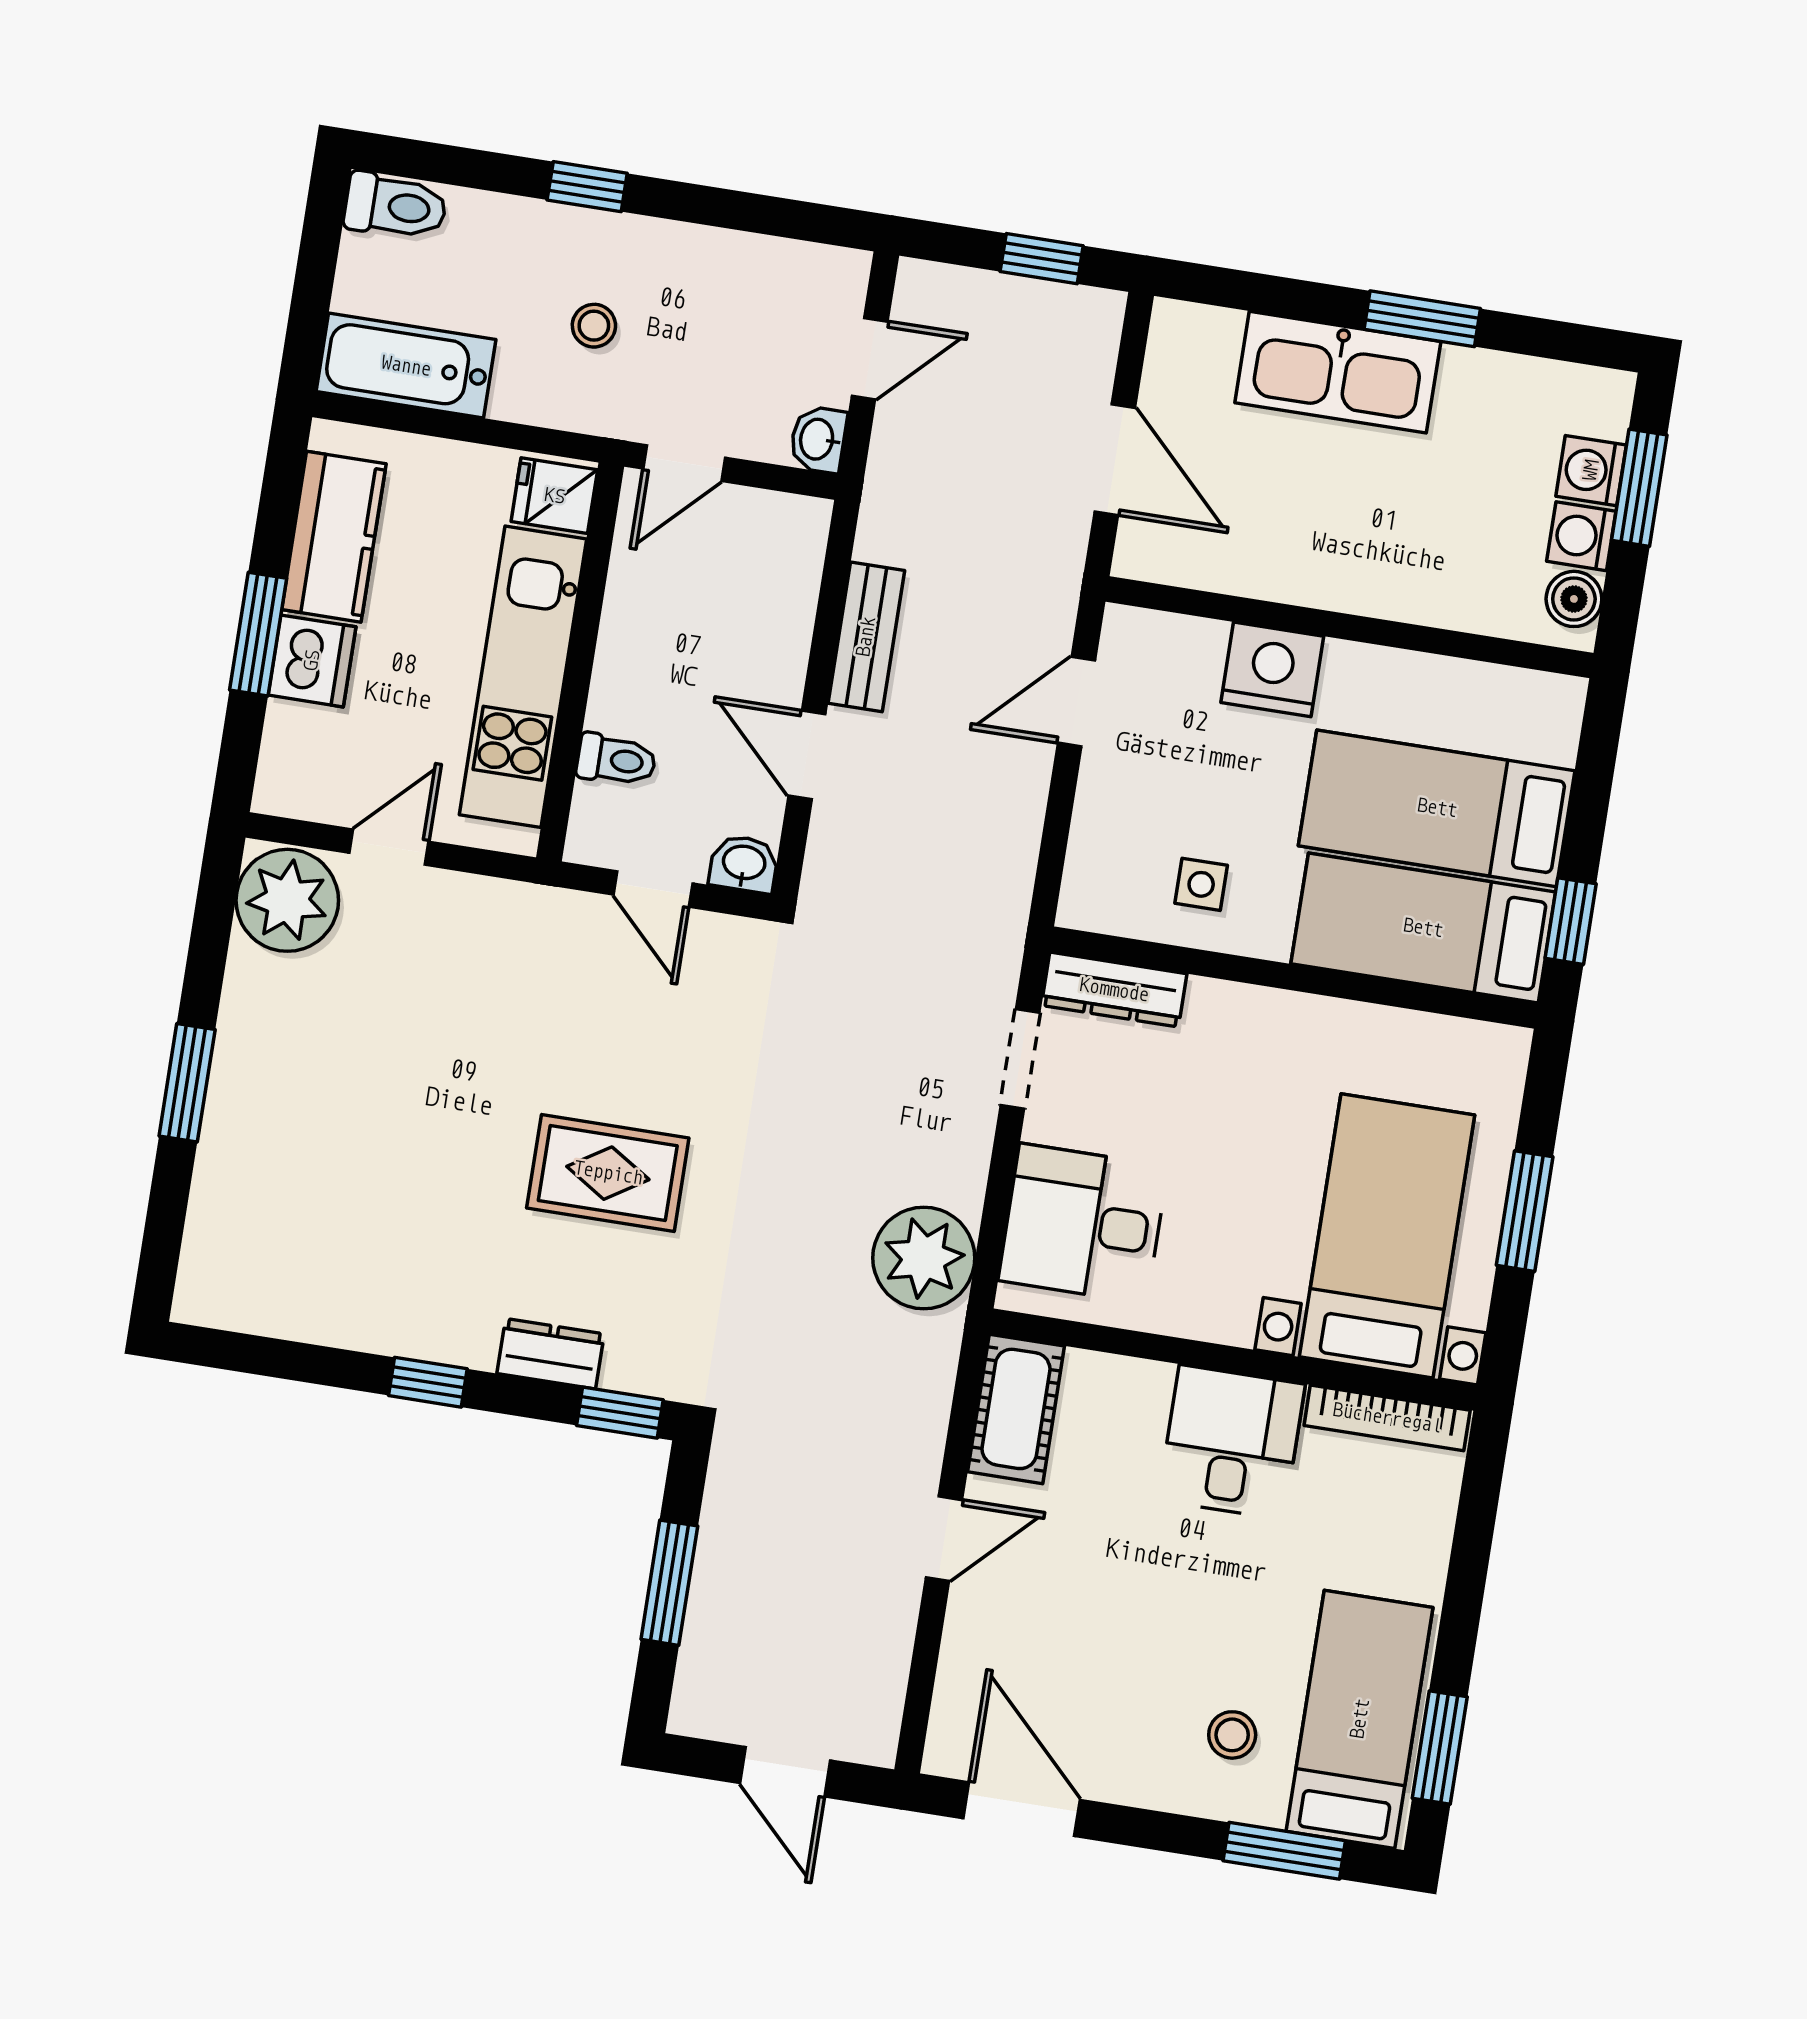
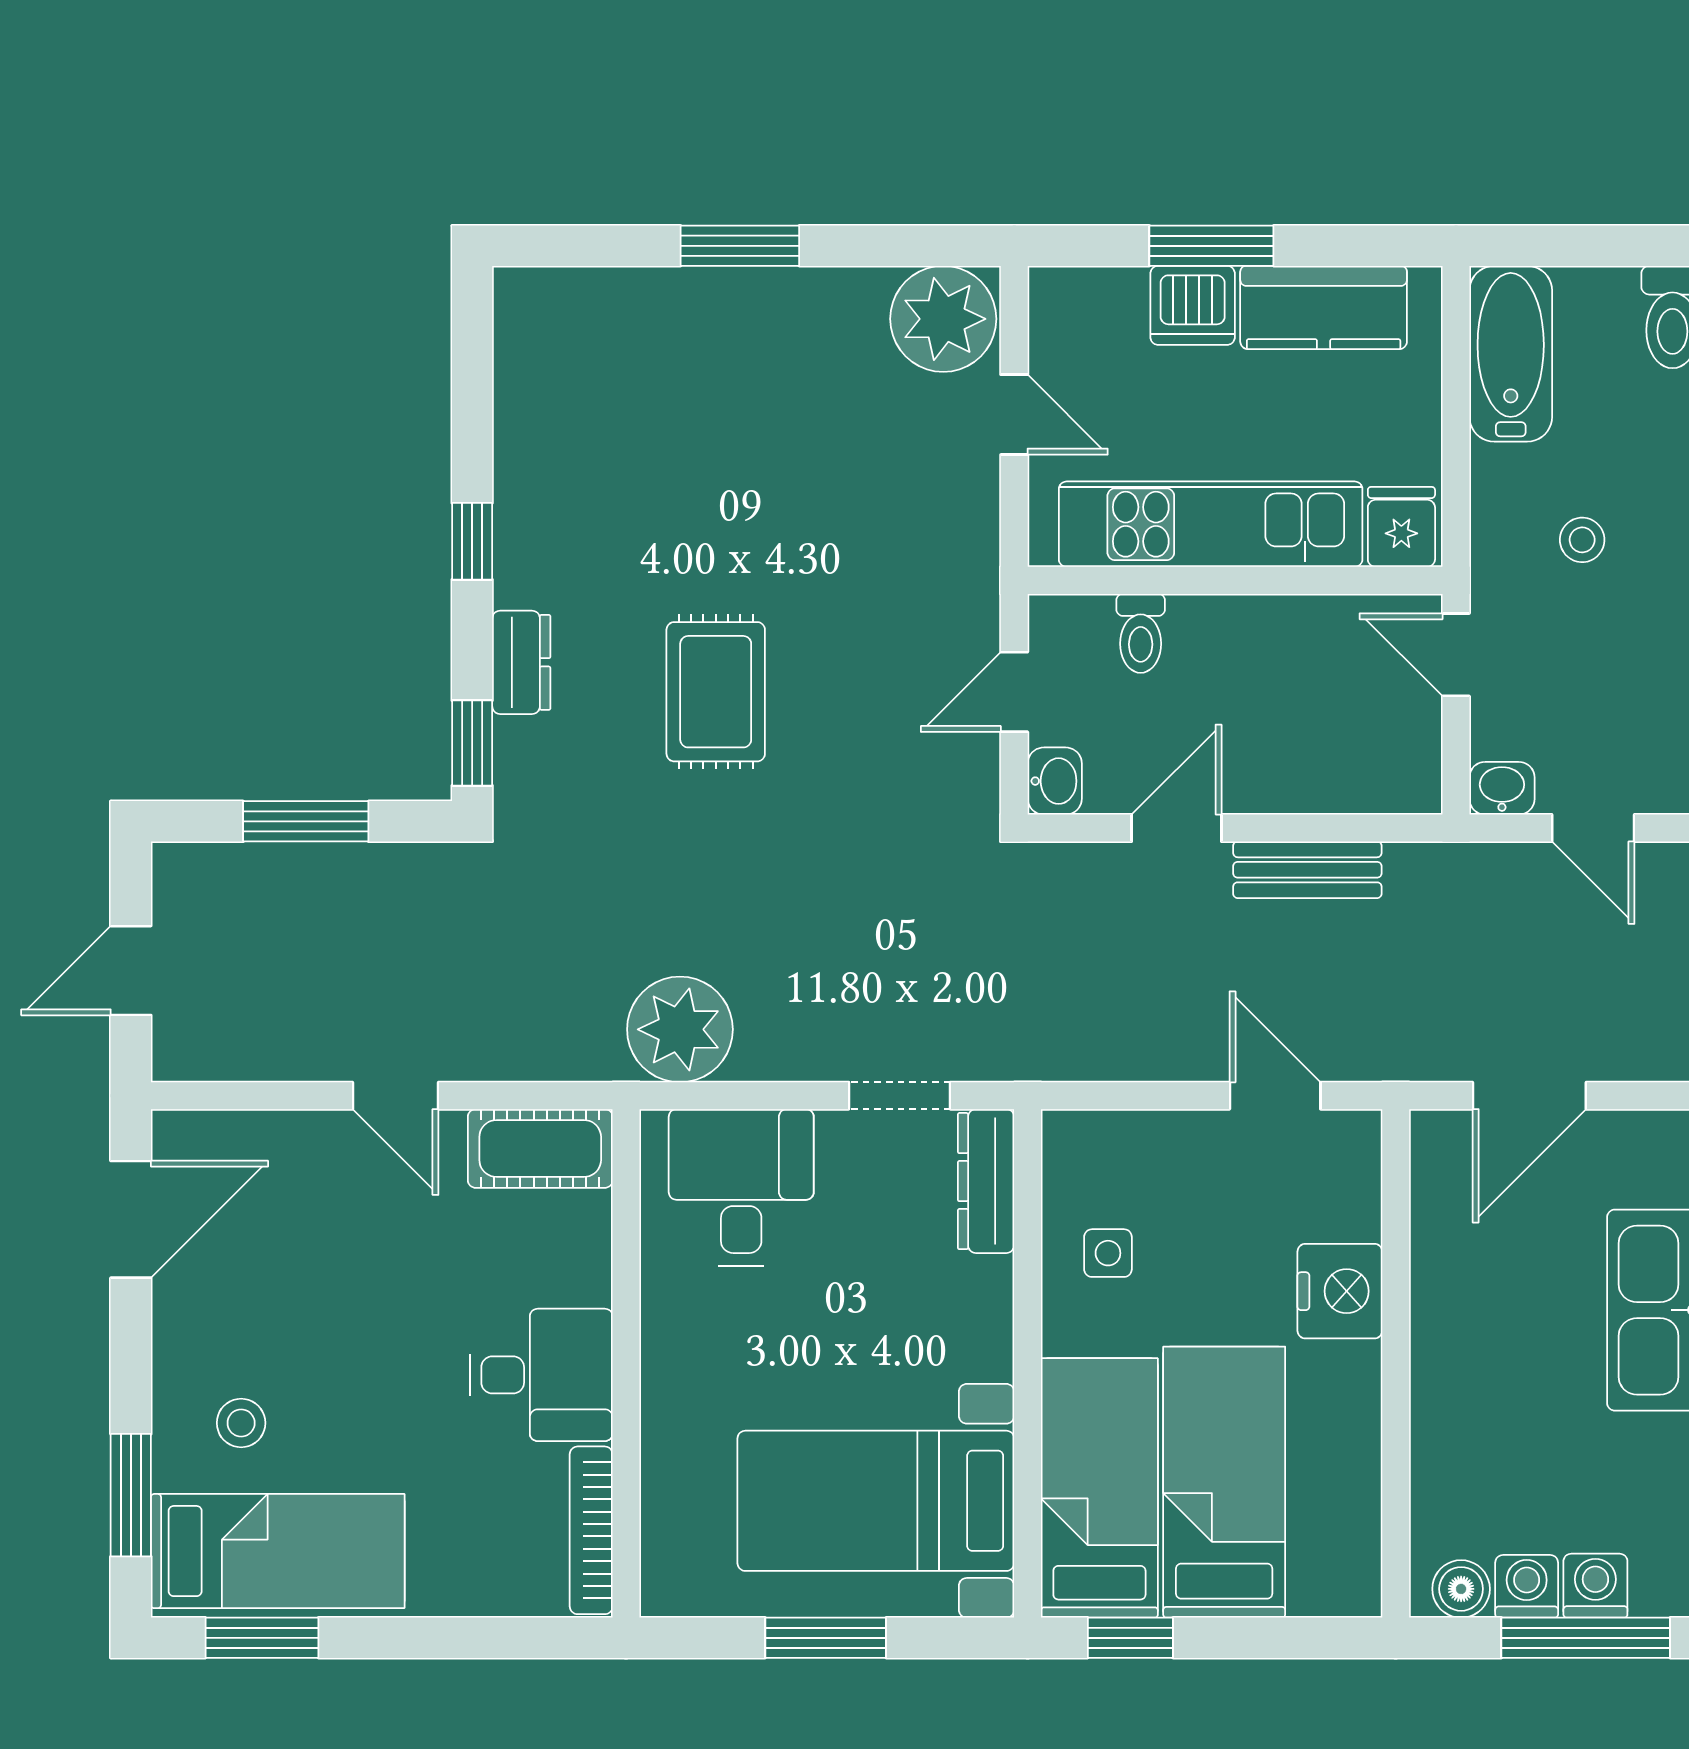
window: (1639, 488) -> (1586, 1638), width x1.44
bed with nightstands: (1387, 1236) -> (876, 1501), moved, turned 180

